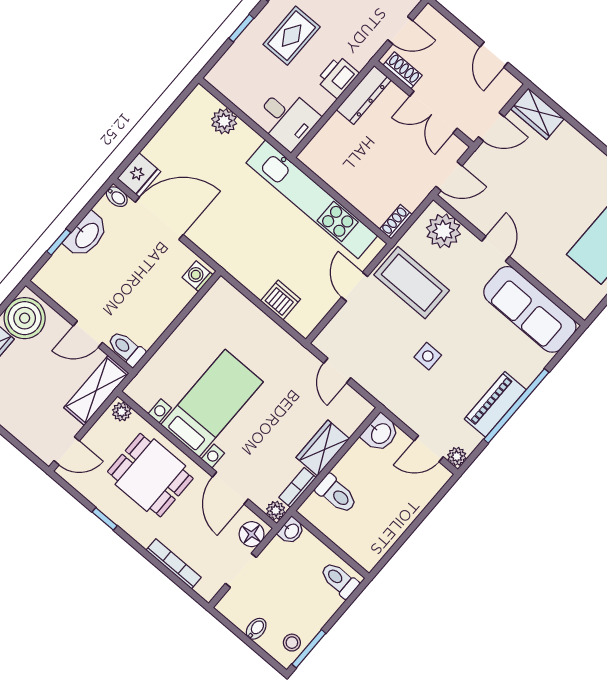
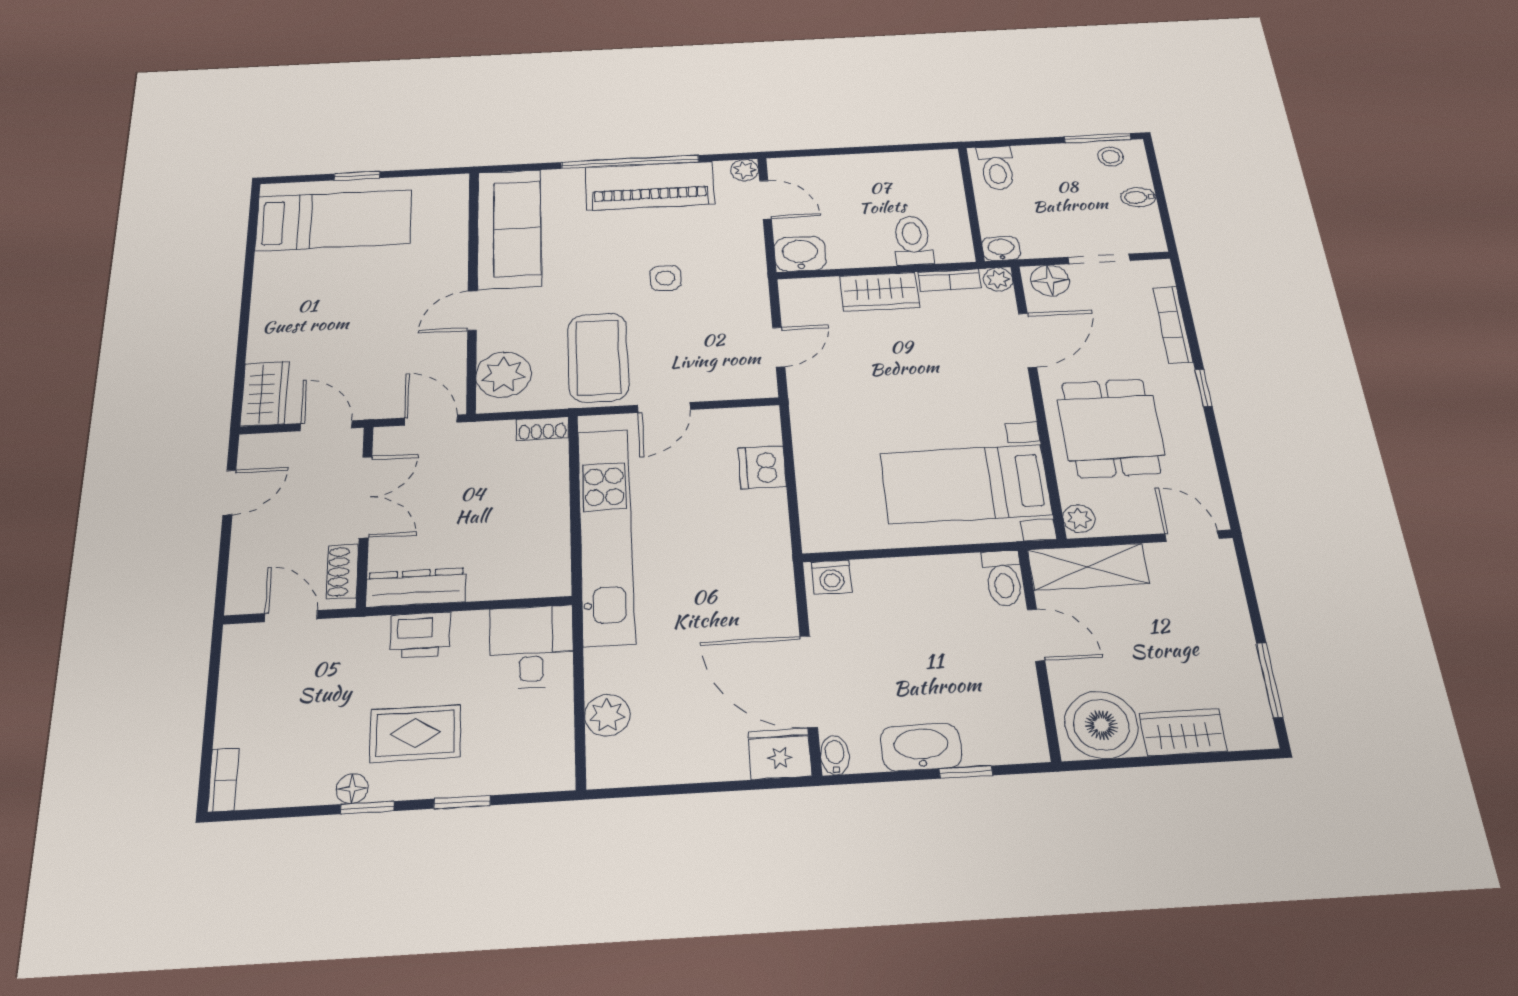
bed with nightstands: (212, 403) -> (966, 484), moved
piano: (495, 404) -> (650, 186), width x1.37, depth x1.33
window: (105, 519) -> (1204, 388), moved

